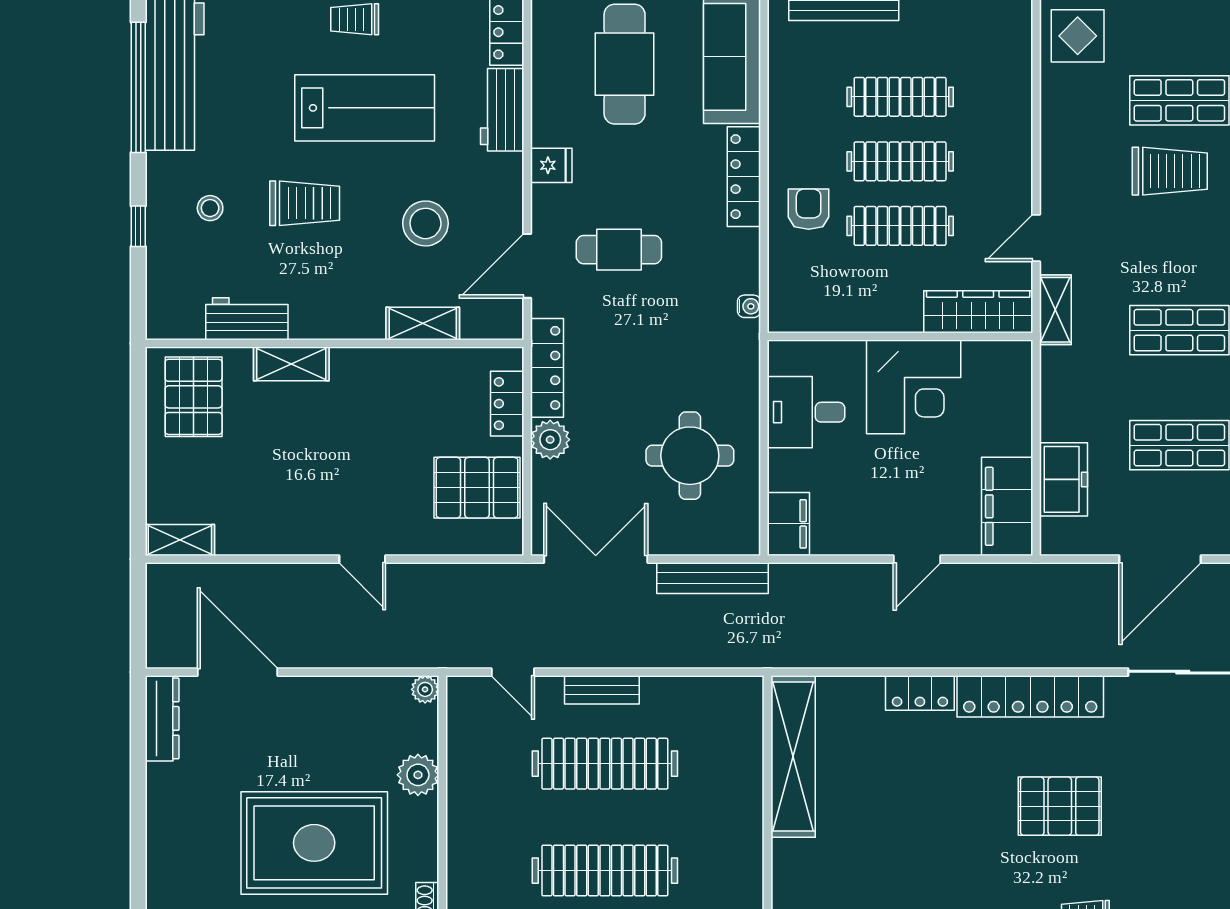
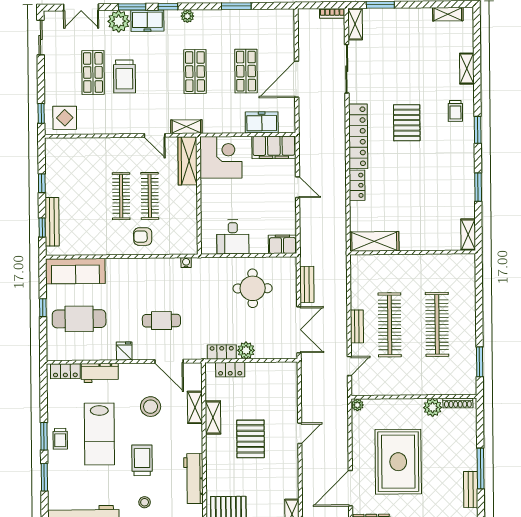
clothes rail: (900, 97) -> (92, 196), removed
lab bench: (365, 108) -> (99, 434), turned 180
trolley: (1170, 171) -> (124, 76), turned 180
locker: (744, 177) -> (129, 265), removed
cafe table: (619, 250) -> (161, 321), turned 90
workbench: (247, 319) -> (193, 479), width x1.37
shelving: (291, 364) -> (213, 418), moved
locker: (547, 368) -> (222, 352), width x0.66
corner desk: (914, 387) -> (221, 157), moved
pallet: (477, 488) -> (251, 439), moved
double door: (596, 559) -> (299, 330), swing flipped
door: (1160, 559) -> (297, 79), swing flipped
bench: (712, 578) -> (307, 284), width x0.73
shelving: (793, 757) -> (374, 241), width x0.68
plant: (418, 775) -> (433, 407), moved
rug: (314, 843) -> (398, 462), moved

